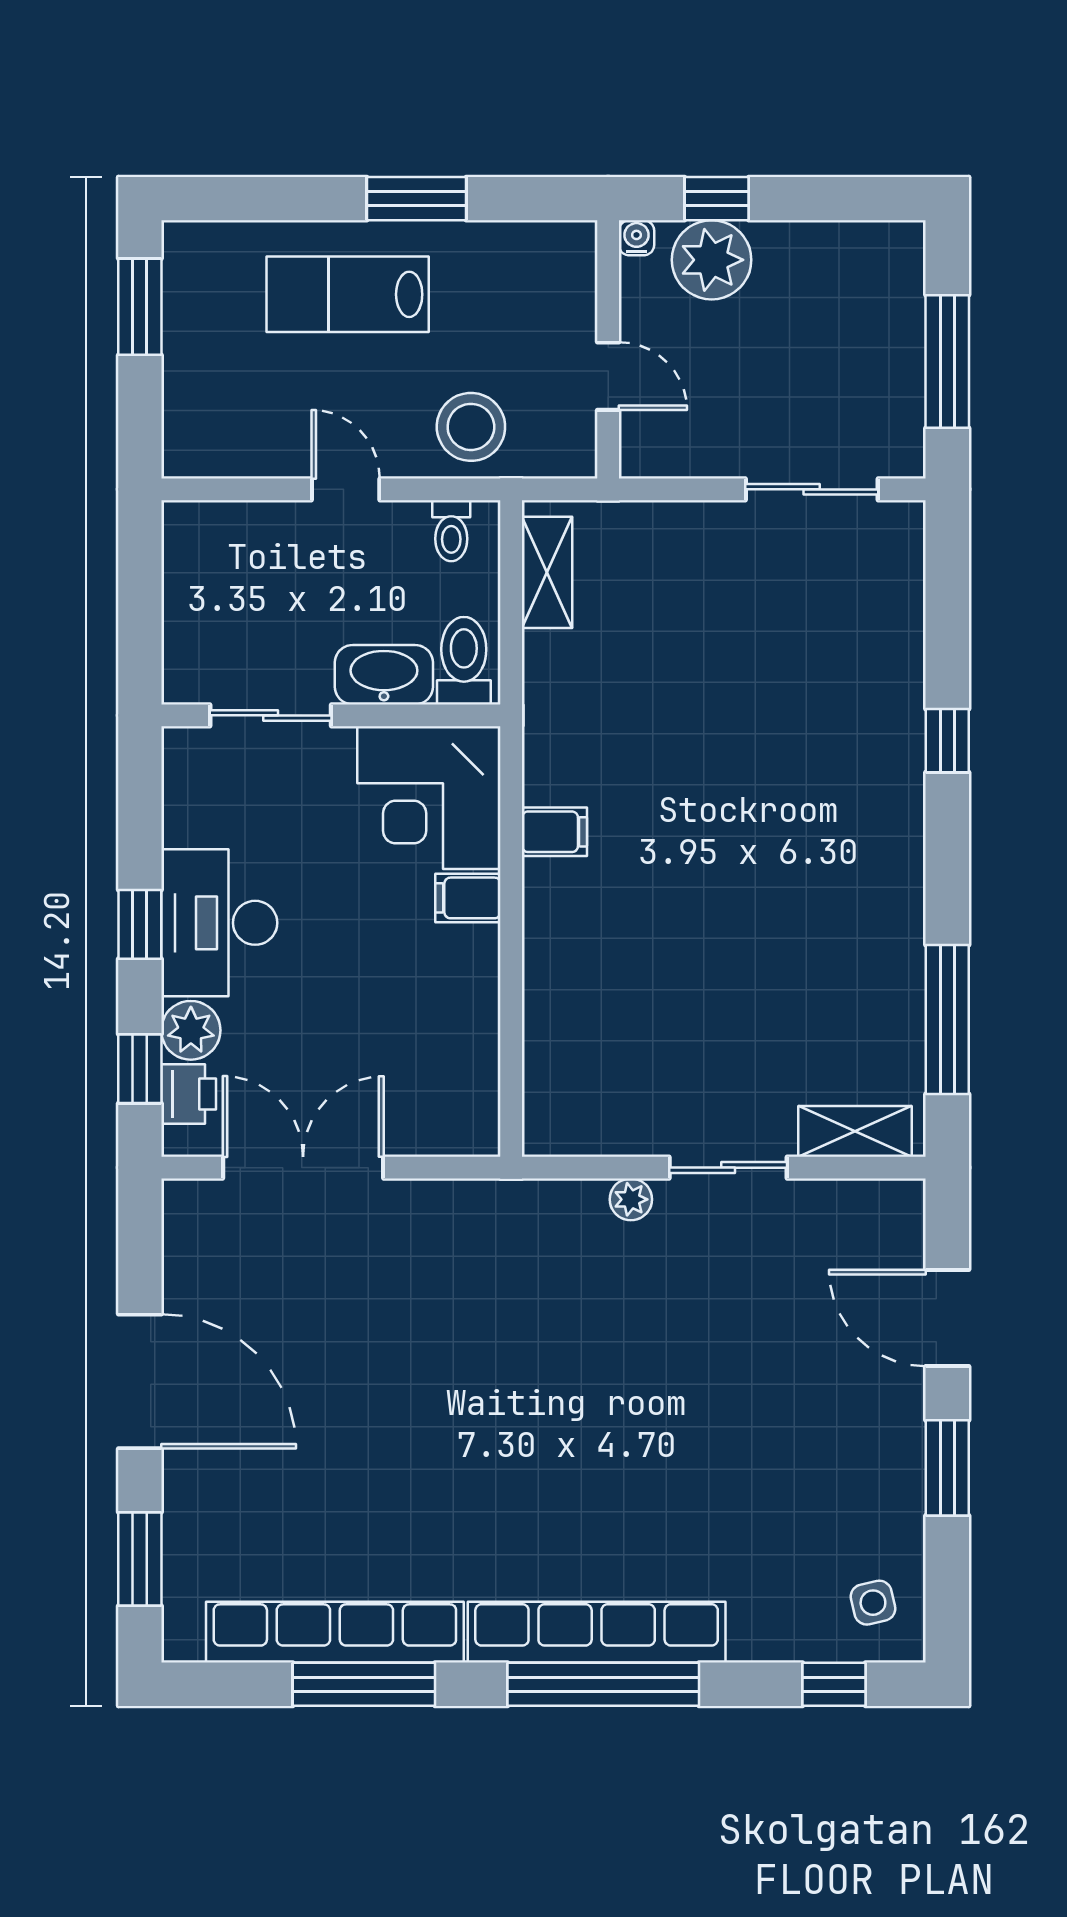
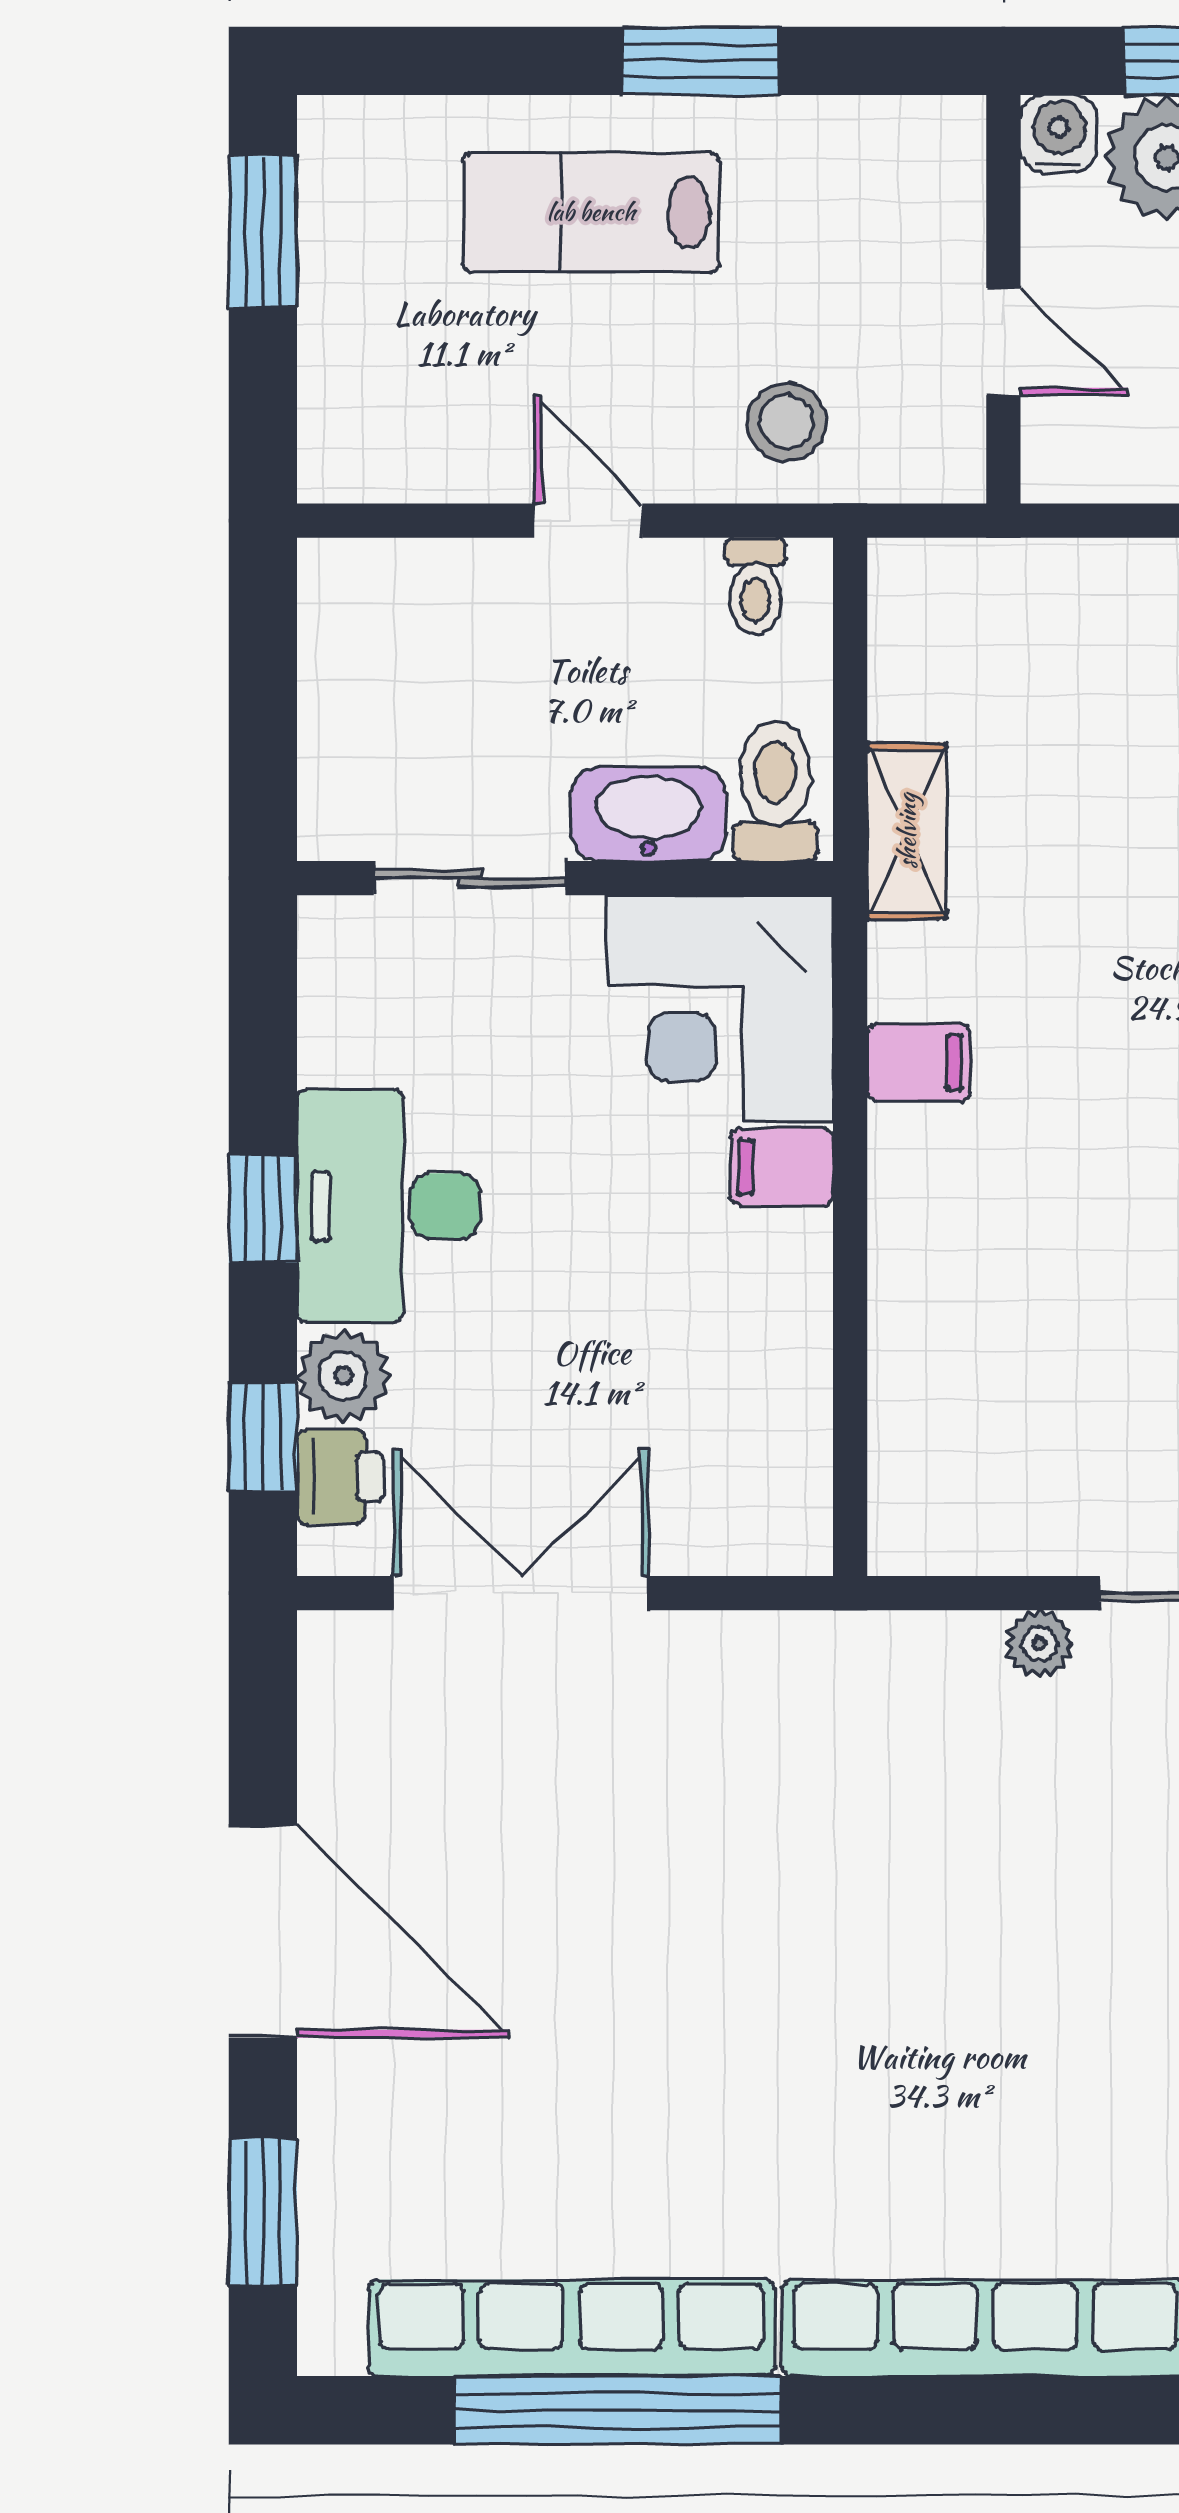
water cooler: (636, 238) -> (1059, 134), width x1.38, depth x1.38
stool: (471, 427) -> (786, 422), width x0.73, depth x0.73
shelving: (547, 572) -> (907, 831), moved
window: (364, 1684) -> (617, 2410), width x1.46
window: (603, 1684) -> (996, 2410), removed

